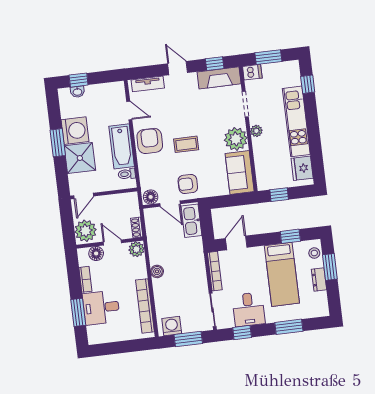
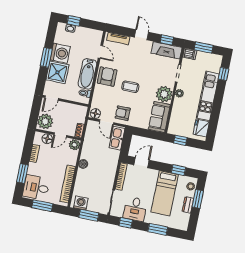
door: (112, 242) -> (60, 135), swing flipped
desk: (101, 308) -> (36, 188), moved
window: (120, 347) -> (42, 206), added

